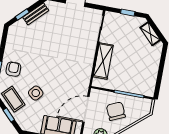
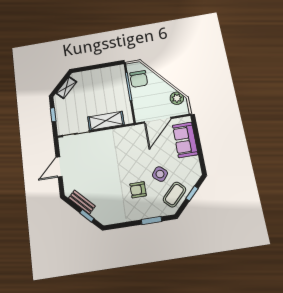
armchair: (13, 69) -> (138, 190), moved
door: (86, 109) -> (158, 120), hinge flipped
chair: (116, 111) -> (139, 79), moved, turned -66

